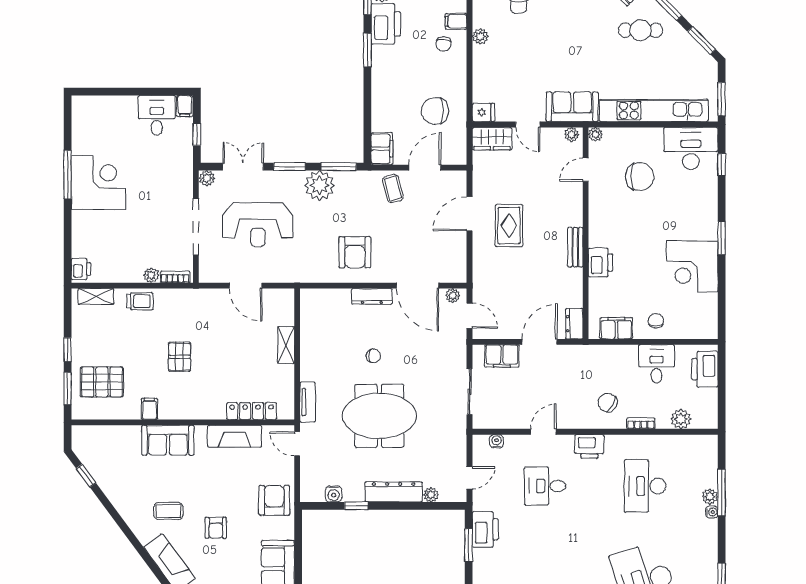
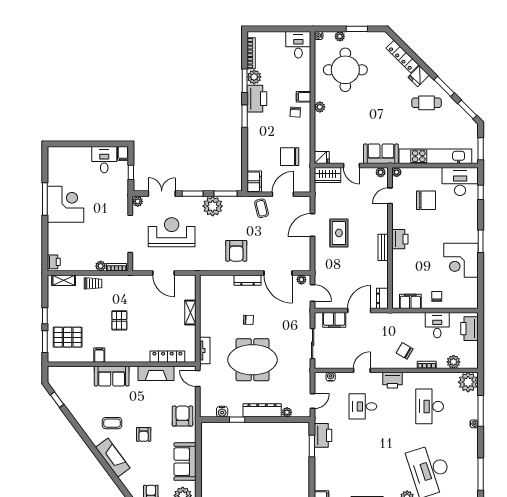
reception desk: (258, 225) -> (172, 232), turned 180
printer: (601, 263) -> (400, 239), moved
plant: (710, 497) -> (468, 382), moved, width x1.88, depth x1.88

